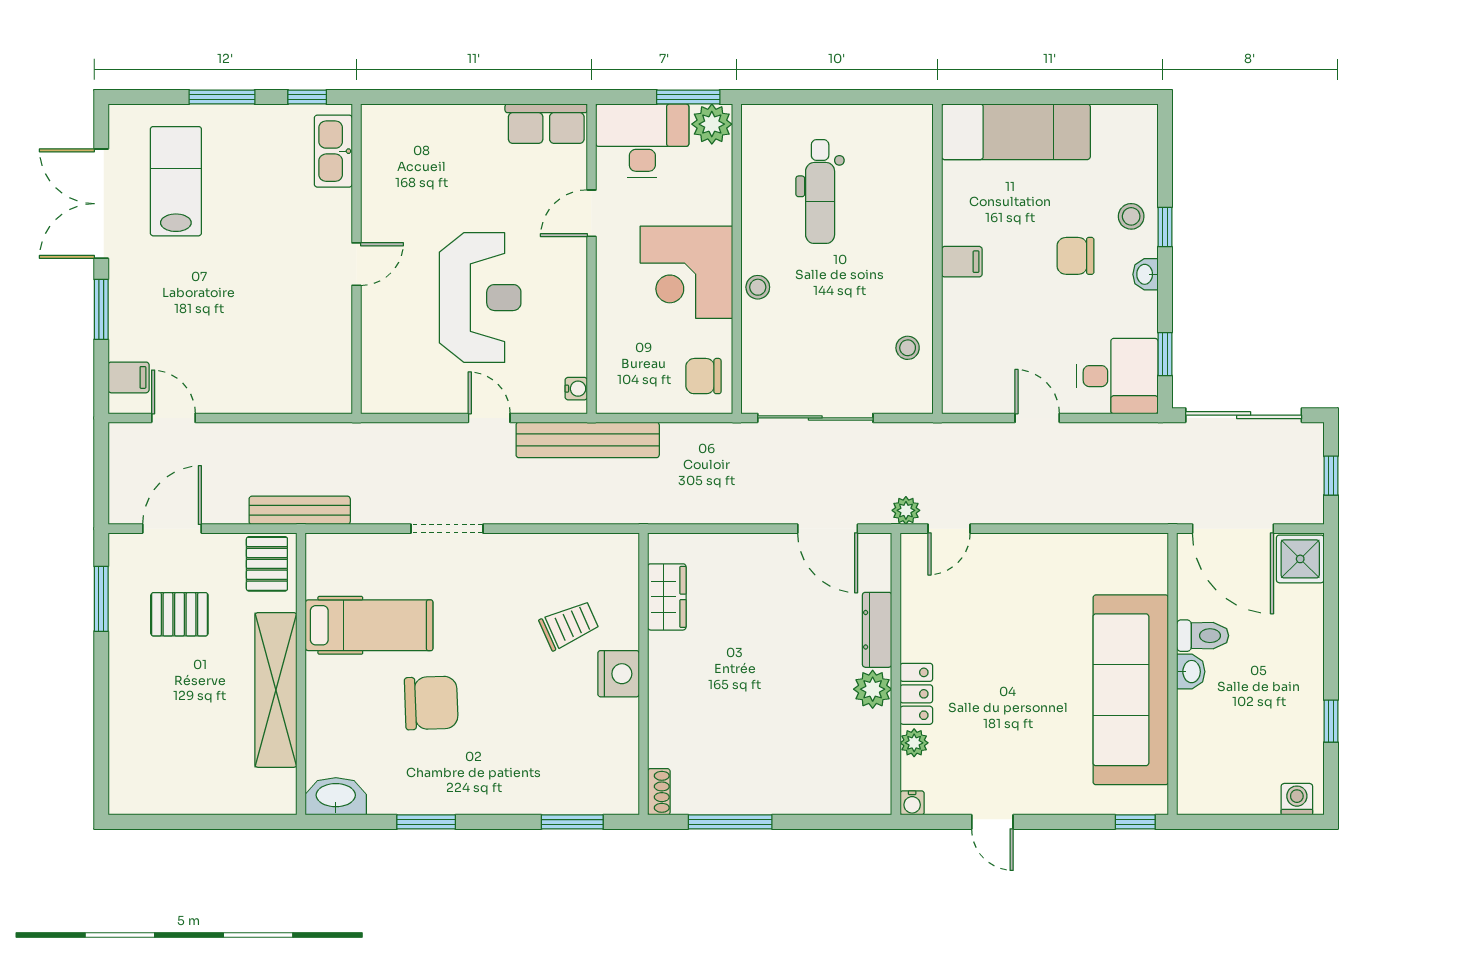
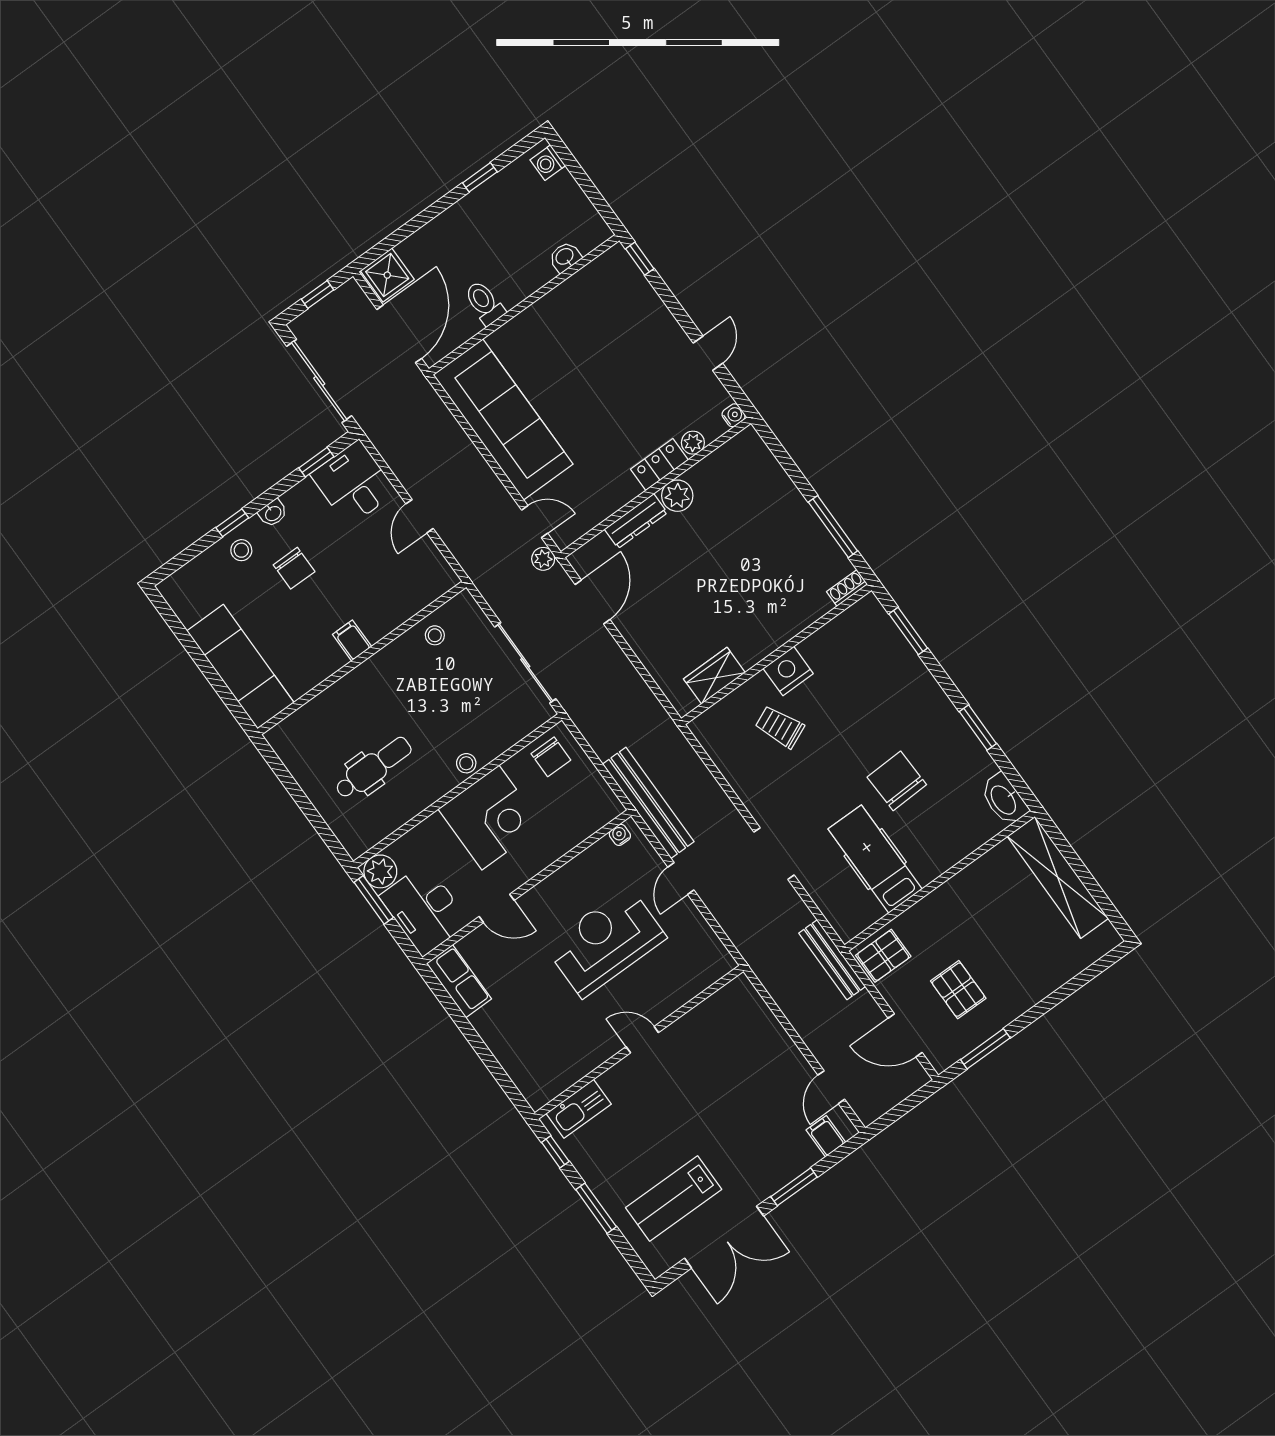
washbasin: (1191, 672) -> (565, 257), moved
shelving: (276, 690) -> (1058, 877), moved, turned 90
sofa: (1131, 690) -> (503, 419), moved, turned -90

